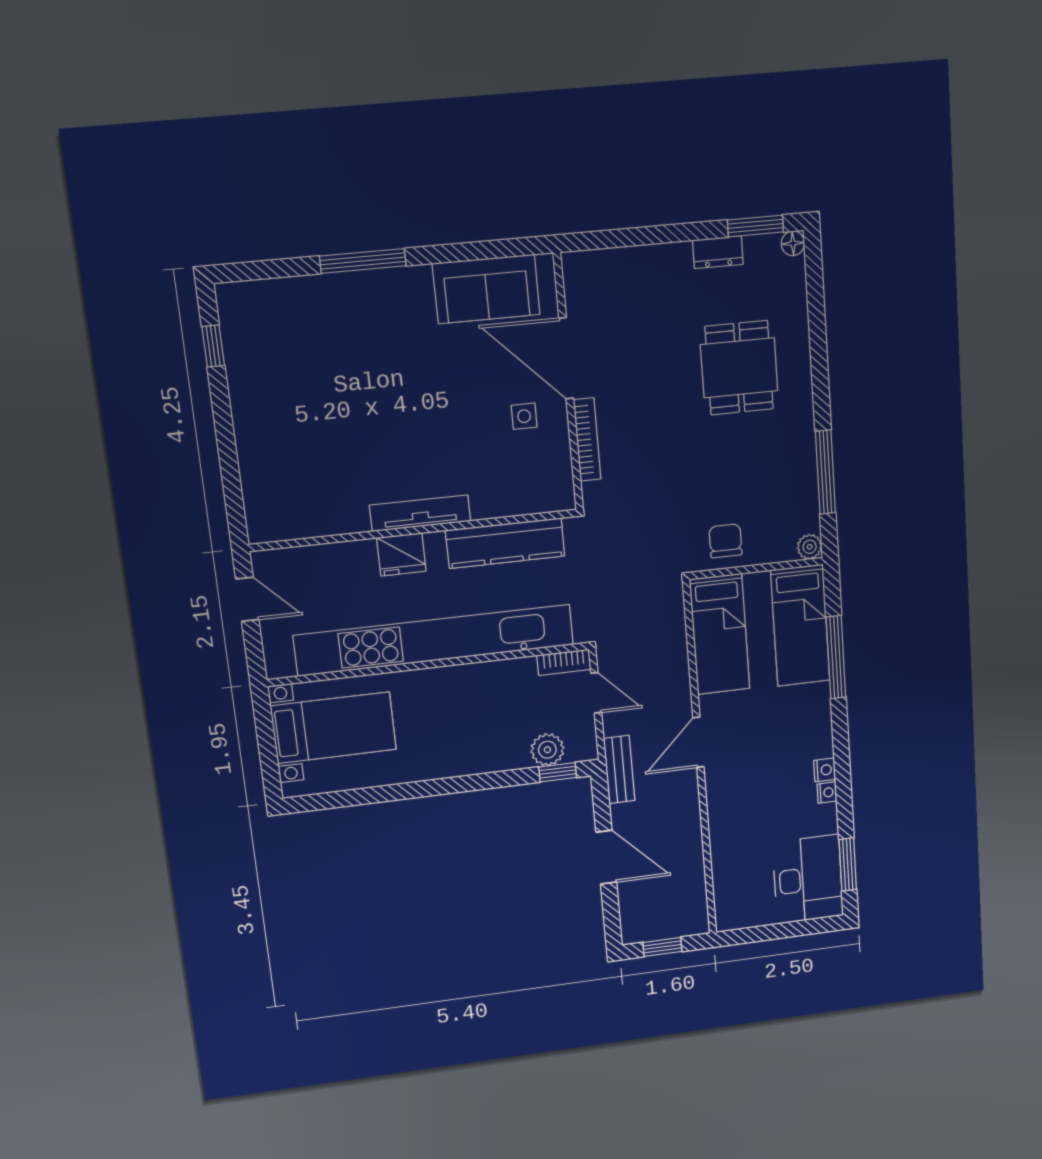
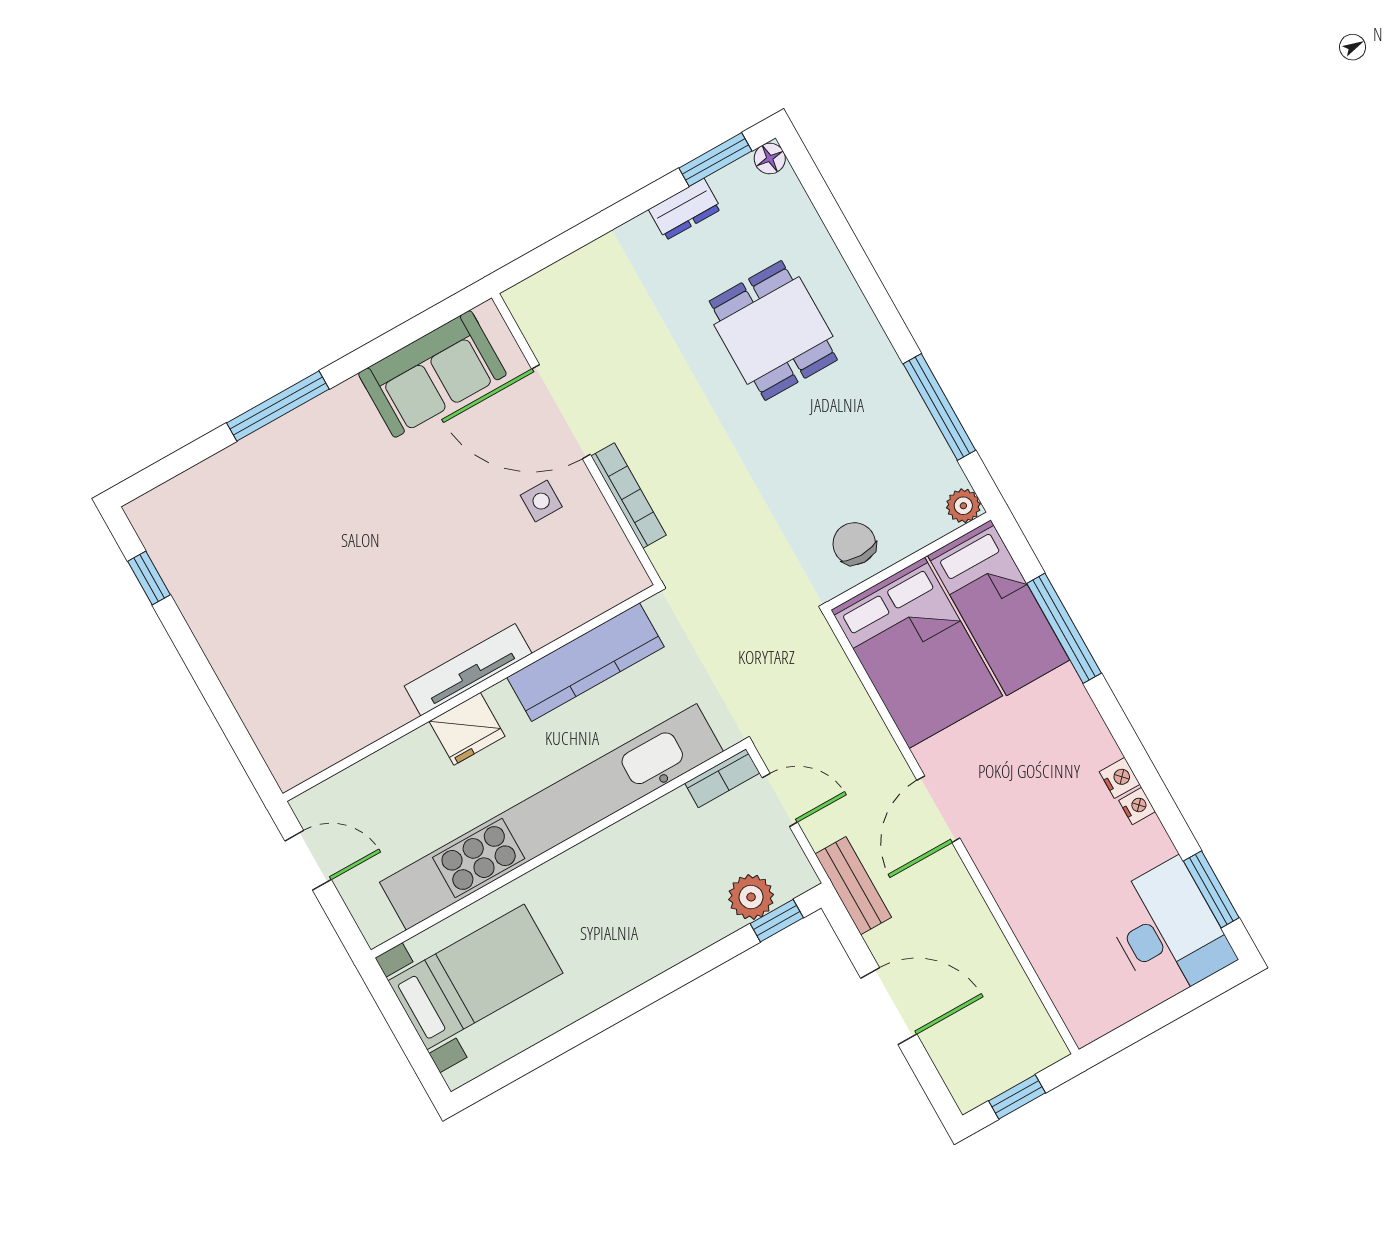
bed: (720, 634) -> (917, 653), width x1.50

